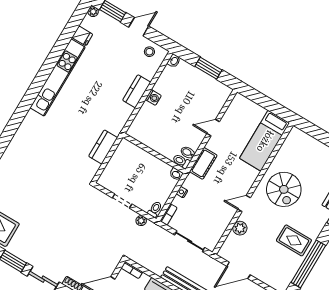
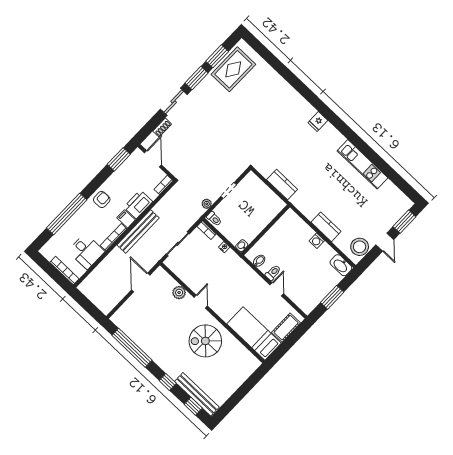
plant: (93, 12) -> (408, 204), removed
fridge: (82, 36) -> (318, 121), moved
stool: (149, 52) -> (360, 247), width x1.89, depth x1.89
washbasin: (174, 61) -> (341, 265), width x1.91, depth x1.45
kitchen unit: (58, 77) -> (362, 164), width x0.73
toilet: (181, 161) -> (273, 273), moved
cot: (203, 163) -> (286, 328), moved, turned 90
rug: (294, 240) -> (157, 340), removed

